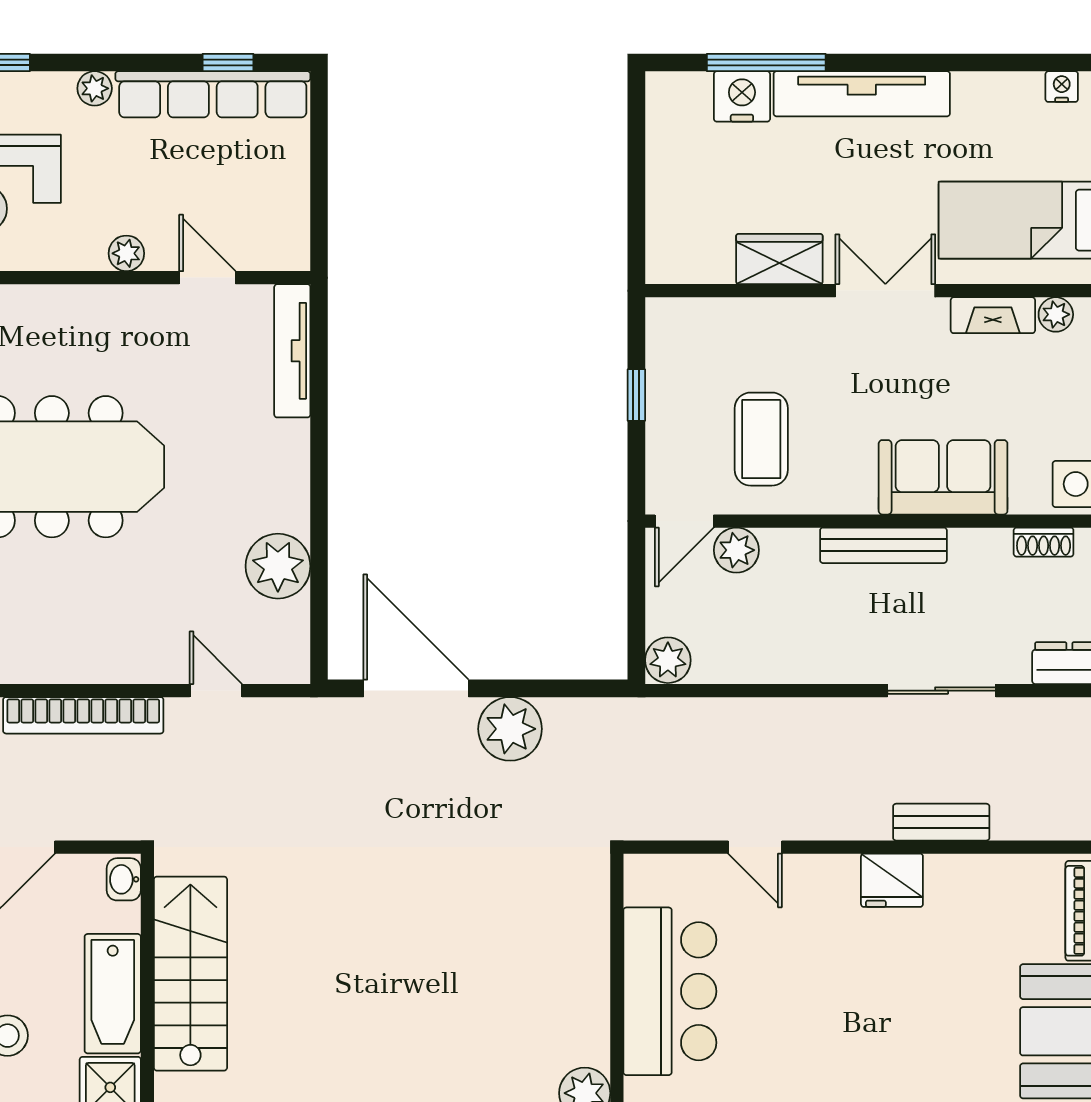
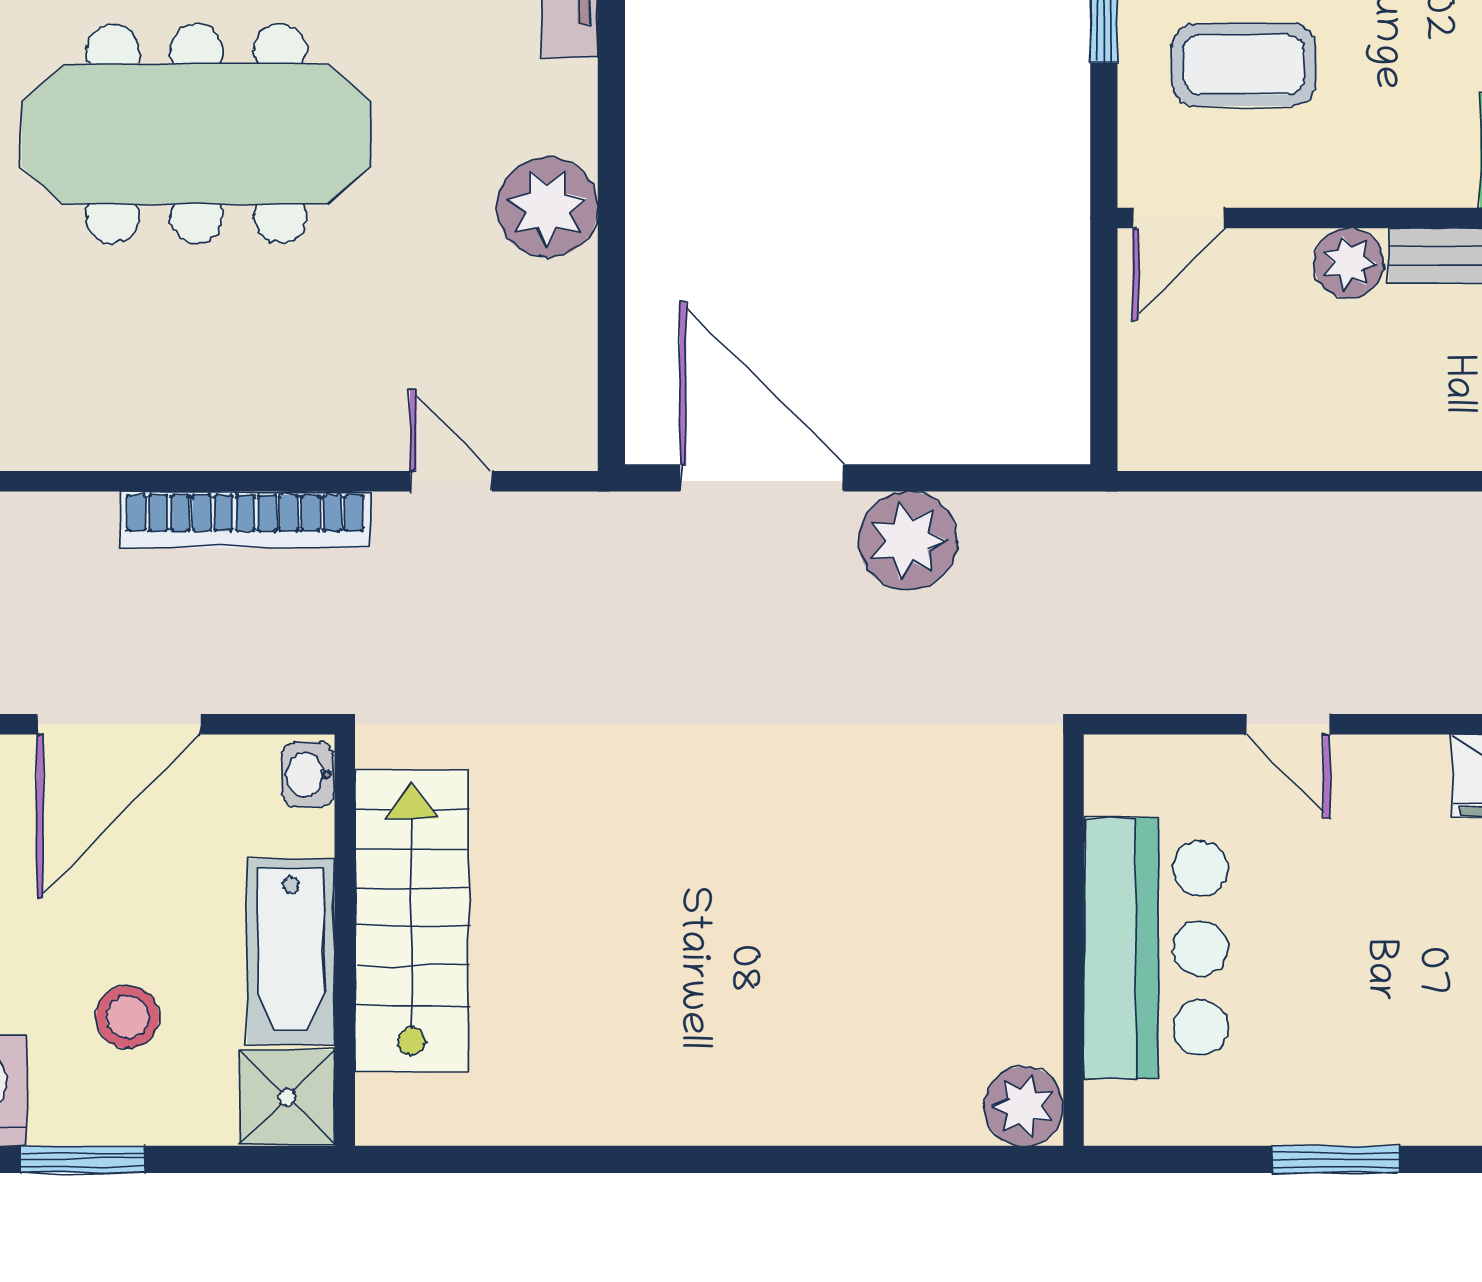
coffee table: (761, 439) -> (1244, 65), moved, turned 90
plant: (736, 550) -> (1349, 263), moved
plant: (278, 566) -> (548, 207), moved
plant: (668, 660) -> (1153, 434), removed

